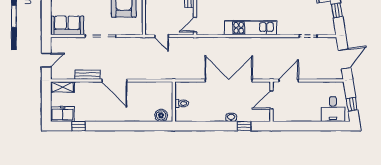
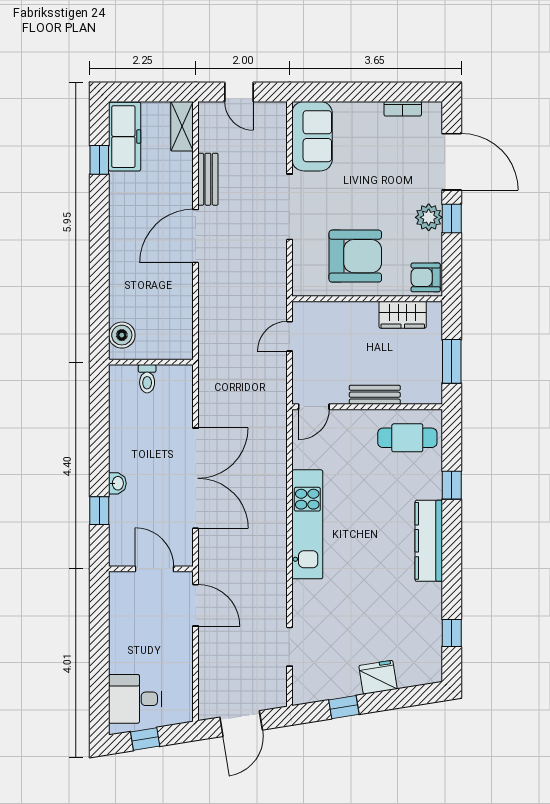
door: (195, 25) -> (314, 407), swing flipped
door: (345, 59) -> (241, 724), hinge flipped
freezer: (63, 114) -> (125, 137), width x1.40

